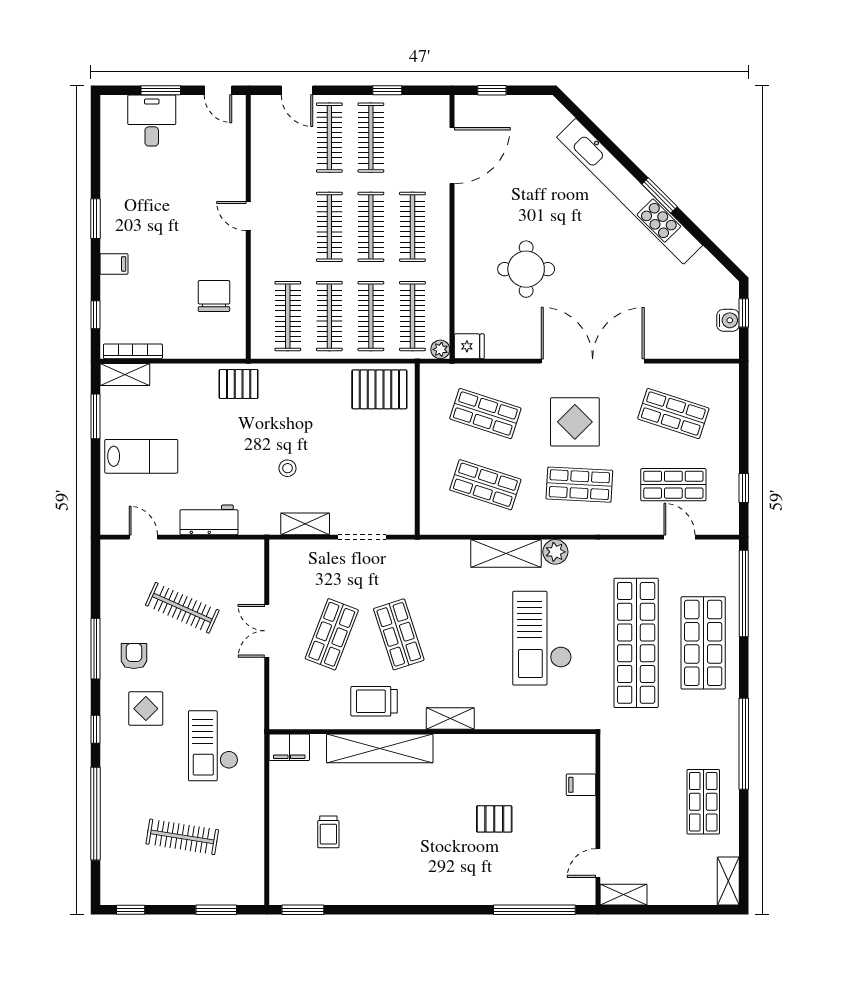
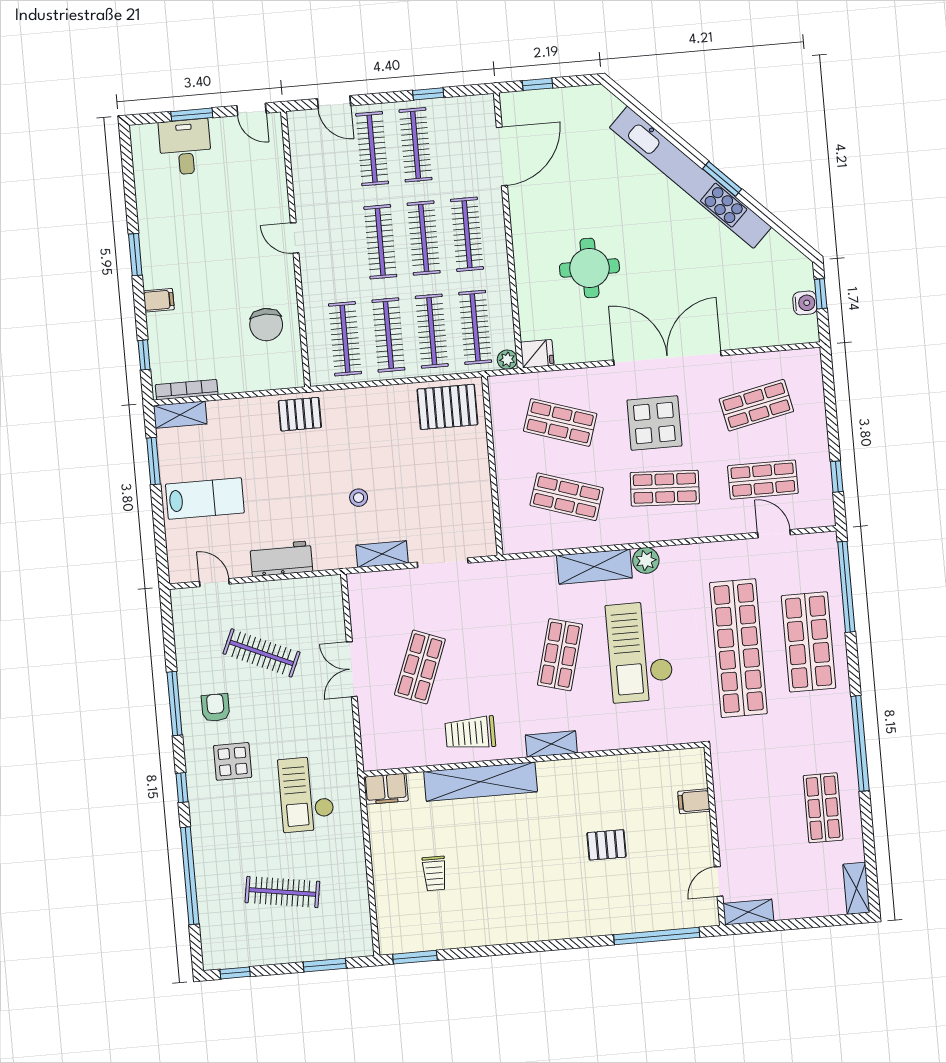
chair: (214, 296) -> (266, 325), turned 180
shop shelf: (673, 413) -> (756, 405), turned -30
shop shelf: (399, 634) -> (560, 655), moved, turned 33

